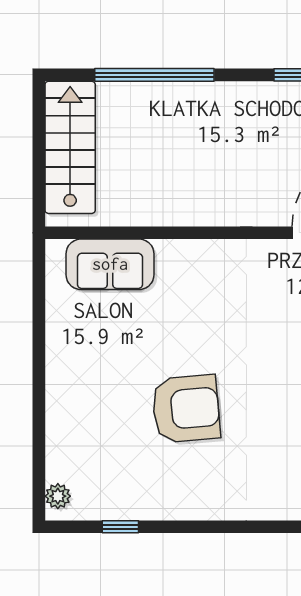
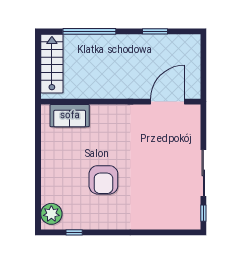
armchair: (186, 409) -> (103, 180), turned 95
plant: (58, 496) -> (51, 214), width x1.88, depth x1.88

